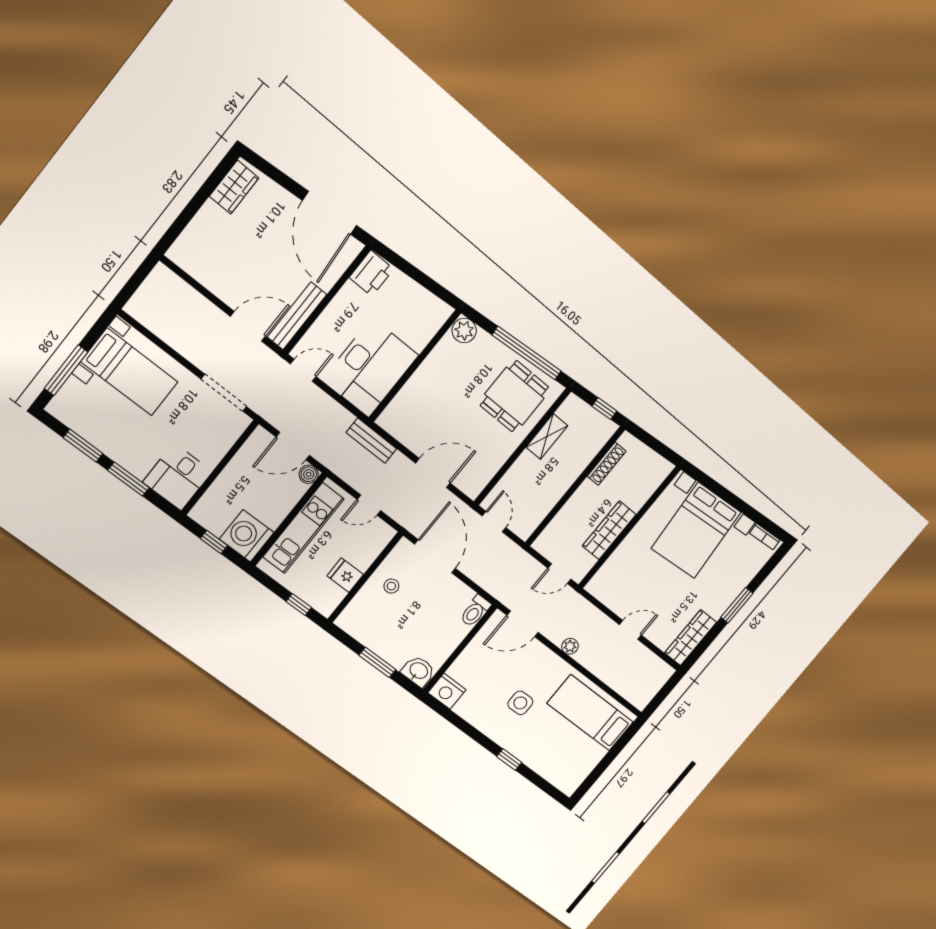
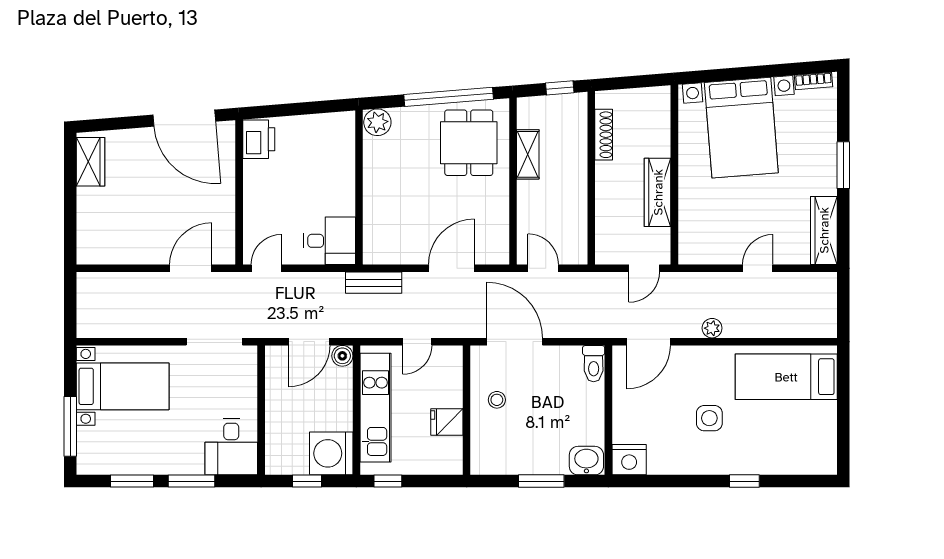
bench: (297, 316) -> (225, 226), removed
desk: (370, 368) -> (330, 241), width x0.53, depth x0.77
window: (299, 605) -> (388, 481), moved

